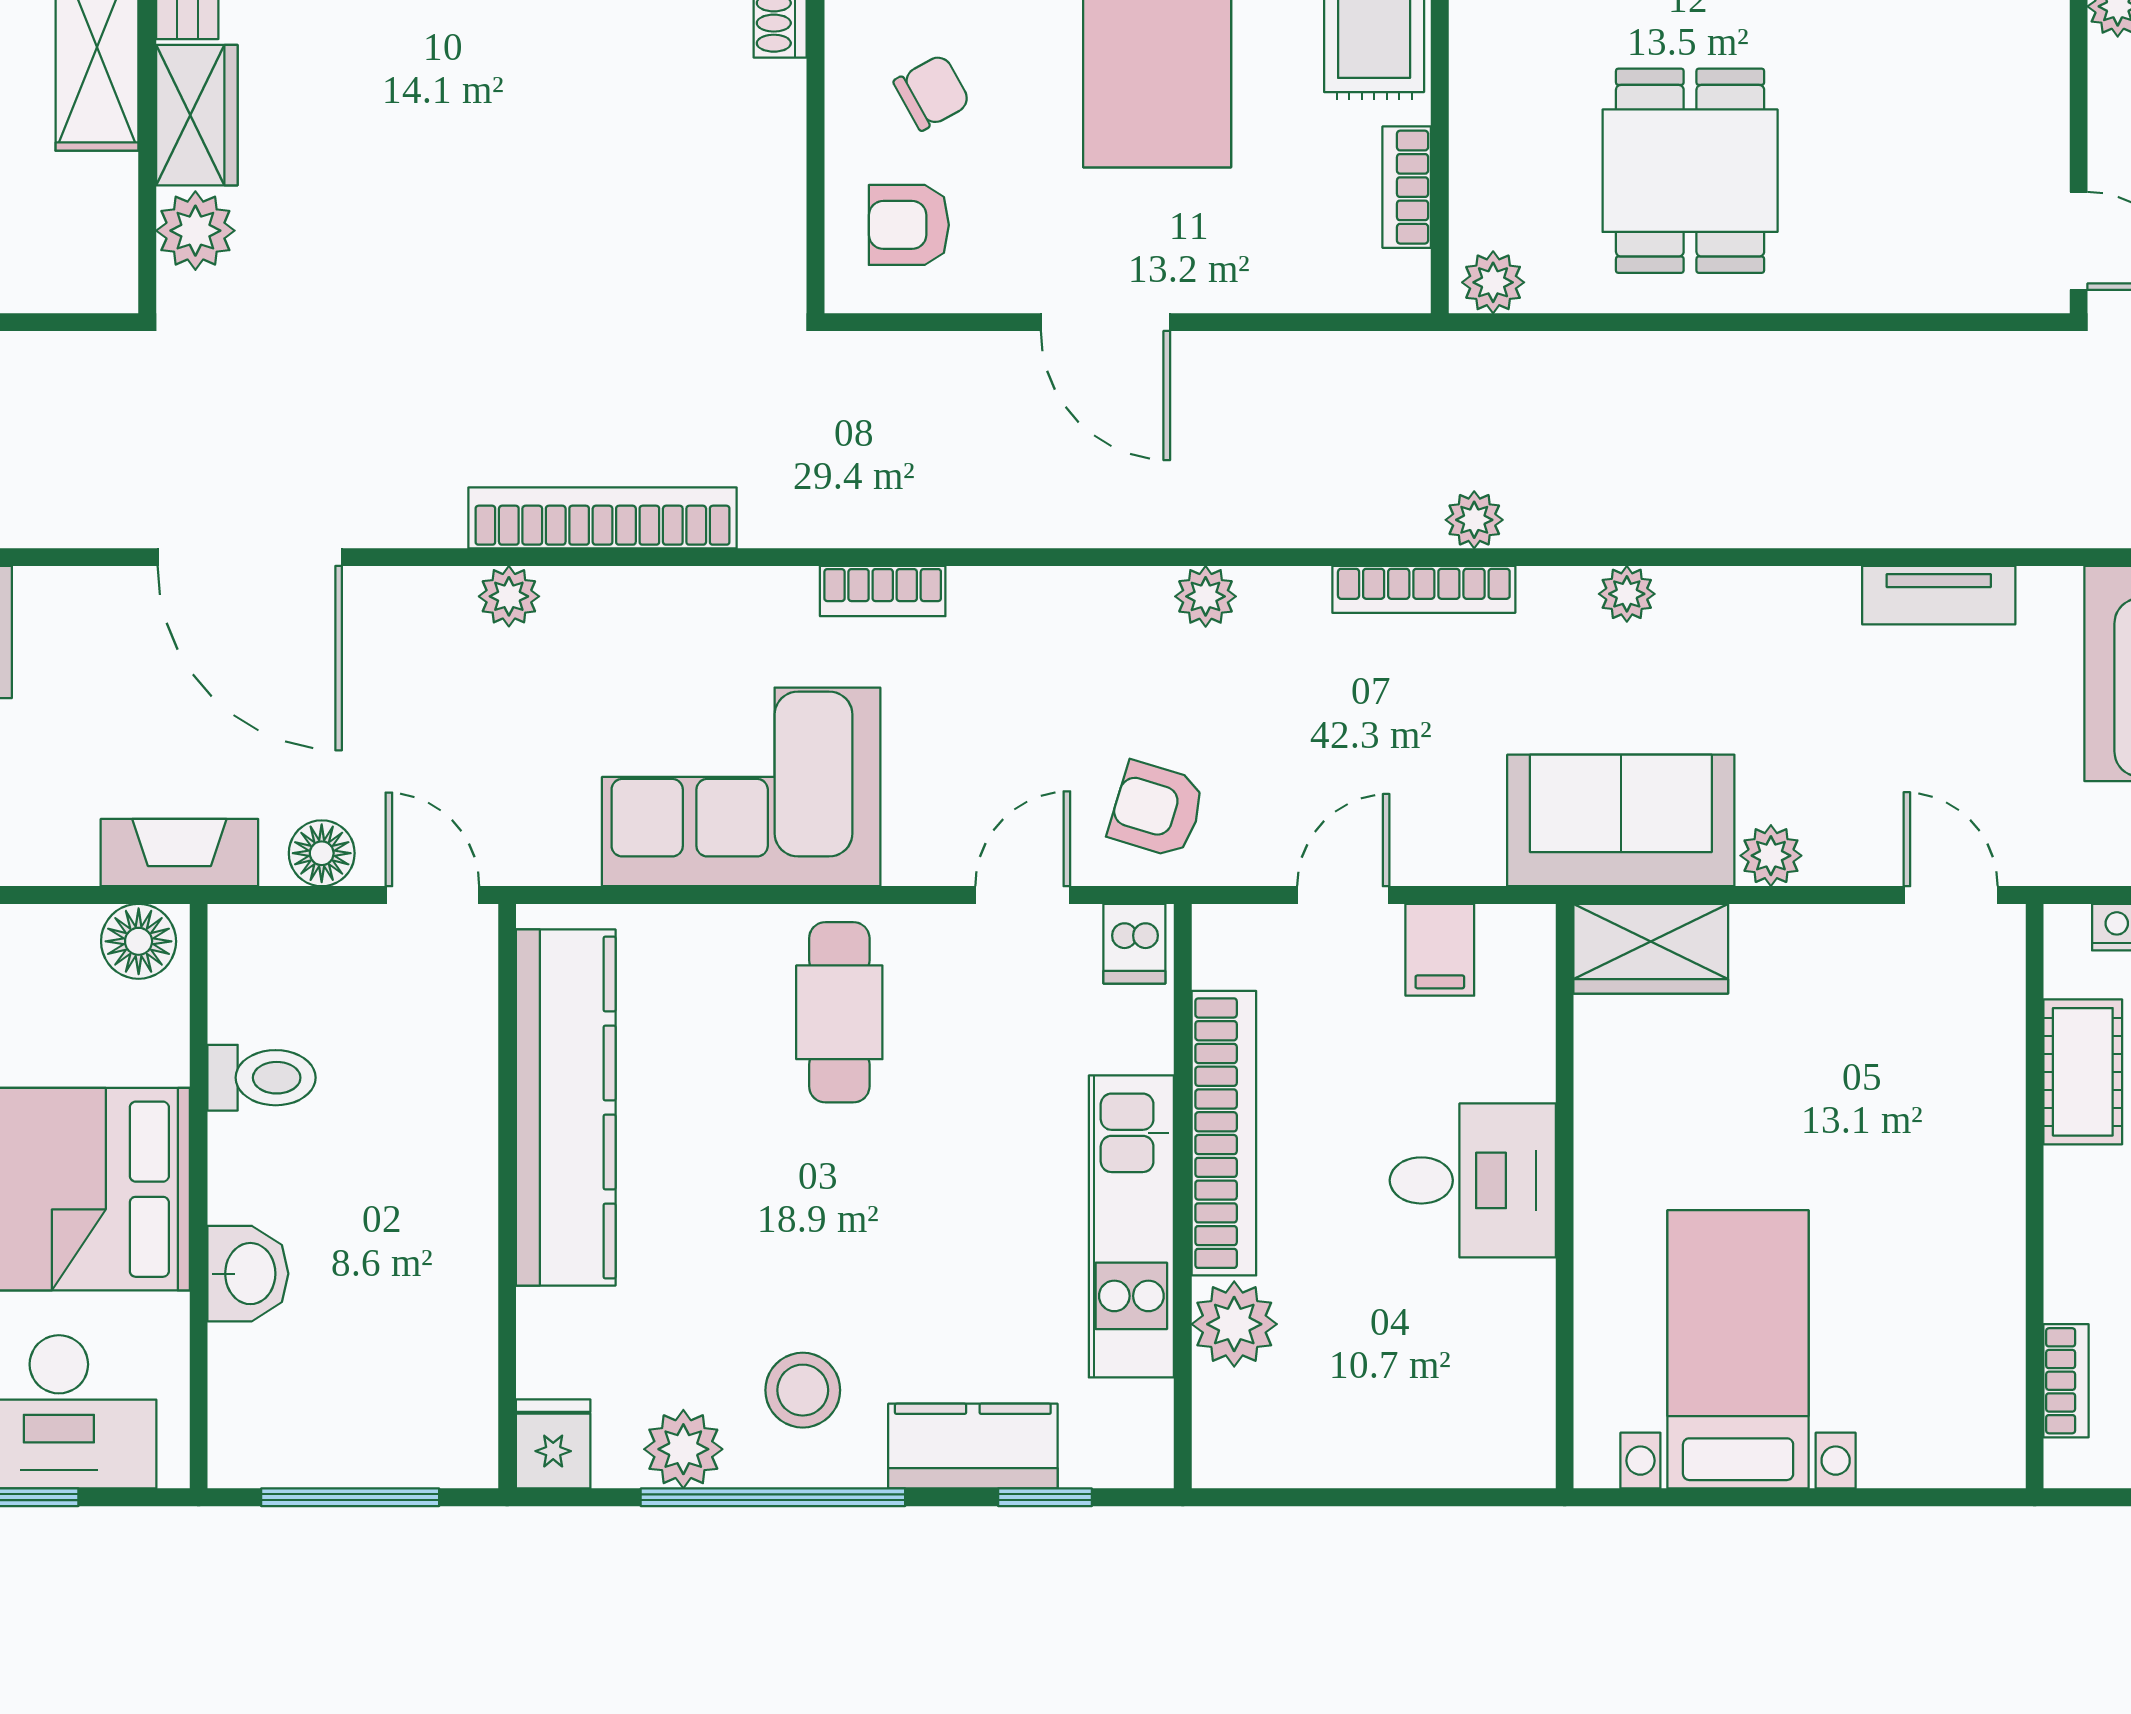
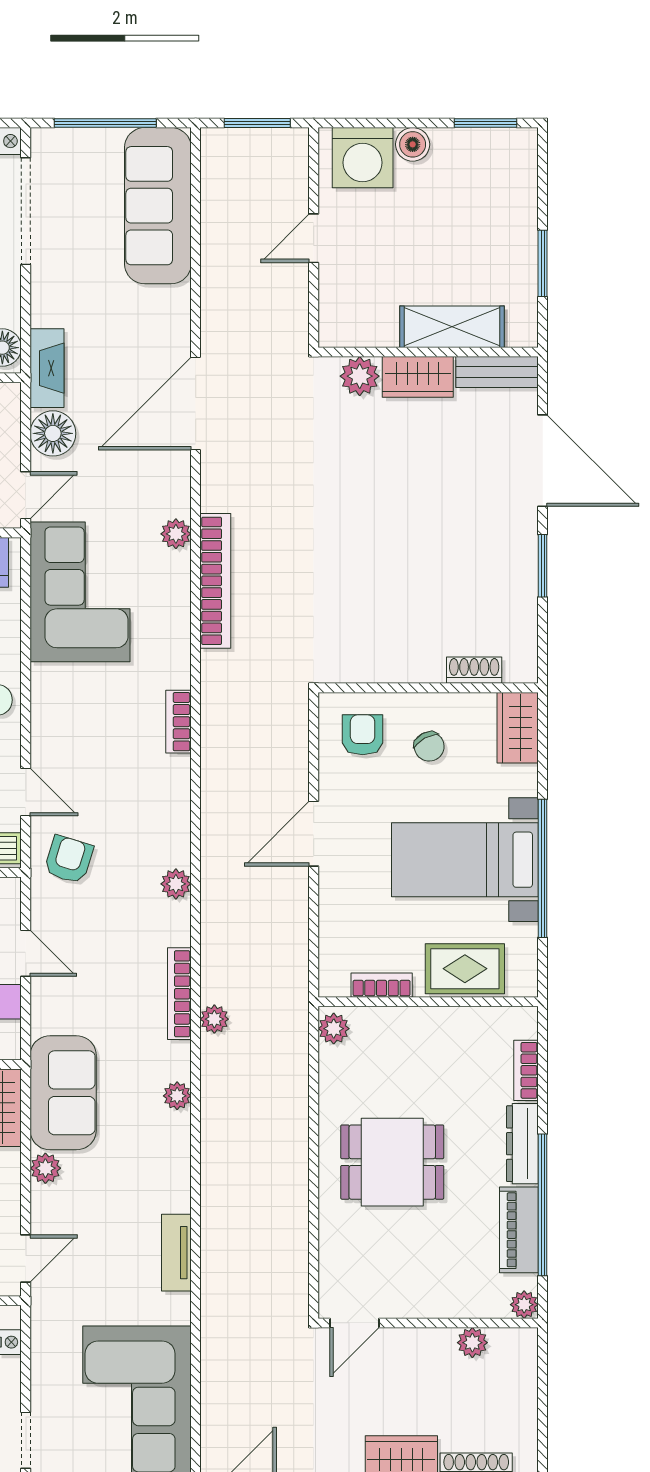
dining table: (1690, 171) -> (392, 1162), moved
corner sofa: (741, 787) -> (80, 592), moved
floor lamp: (322, 853) -> (53, 433), width x1.38, depth x1.38

